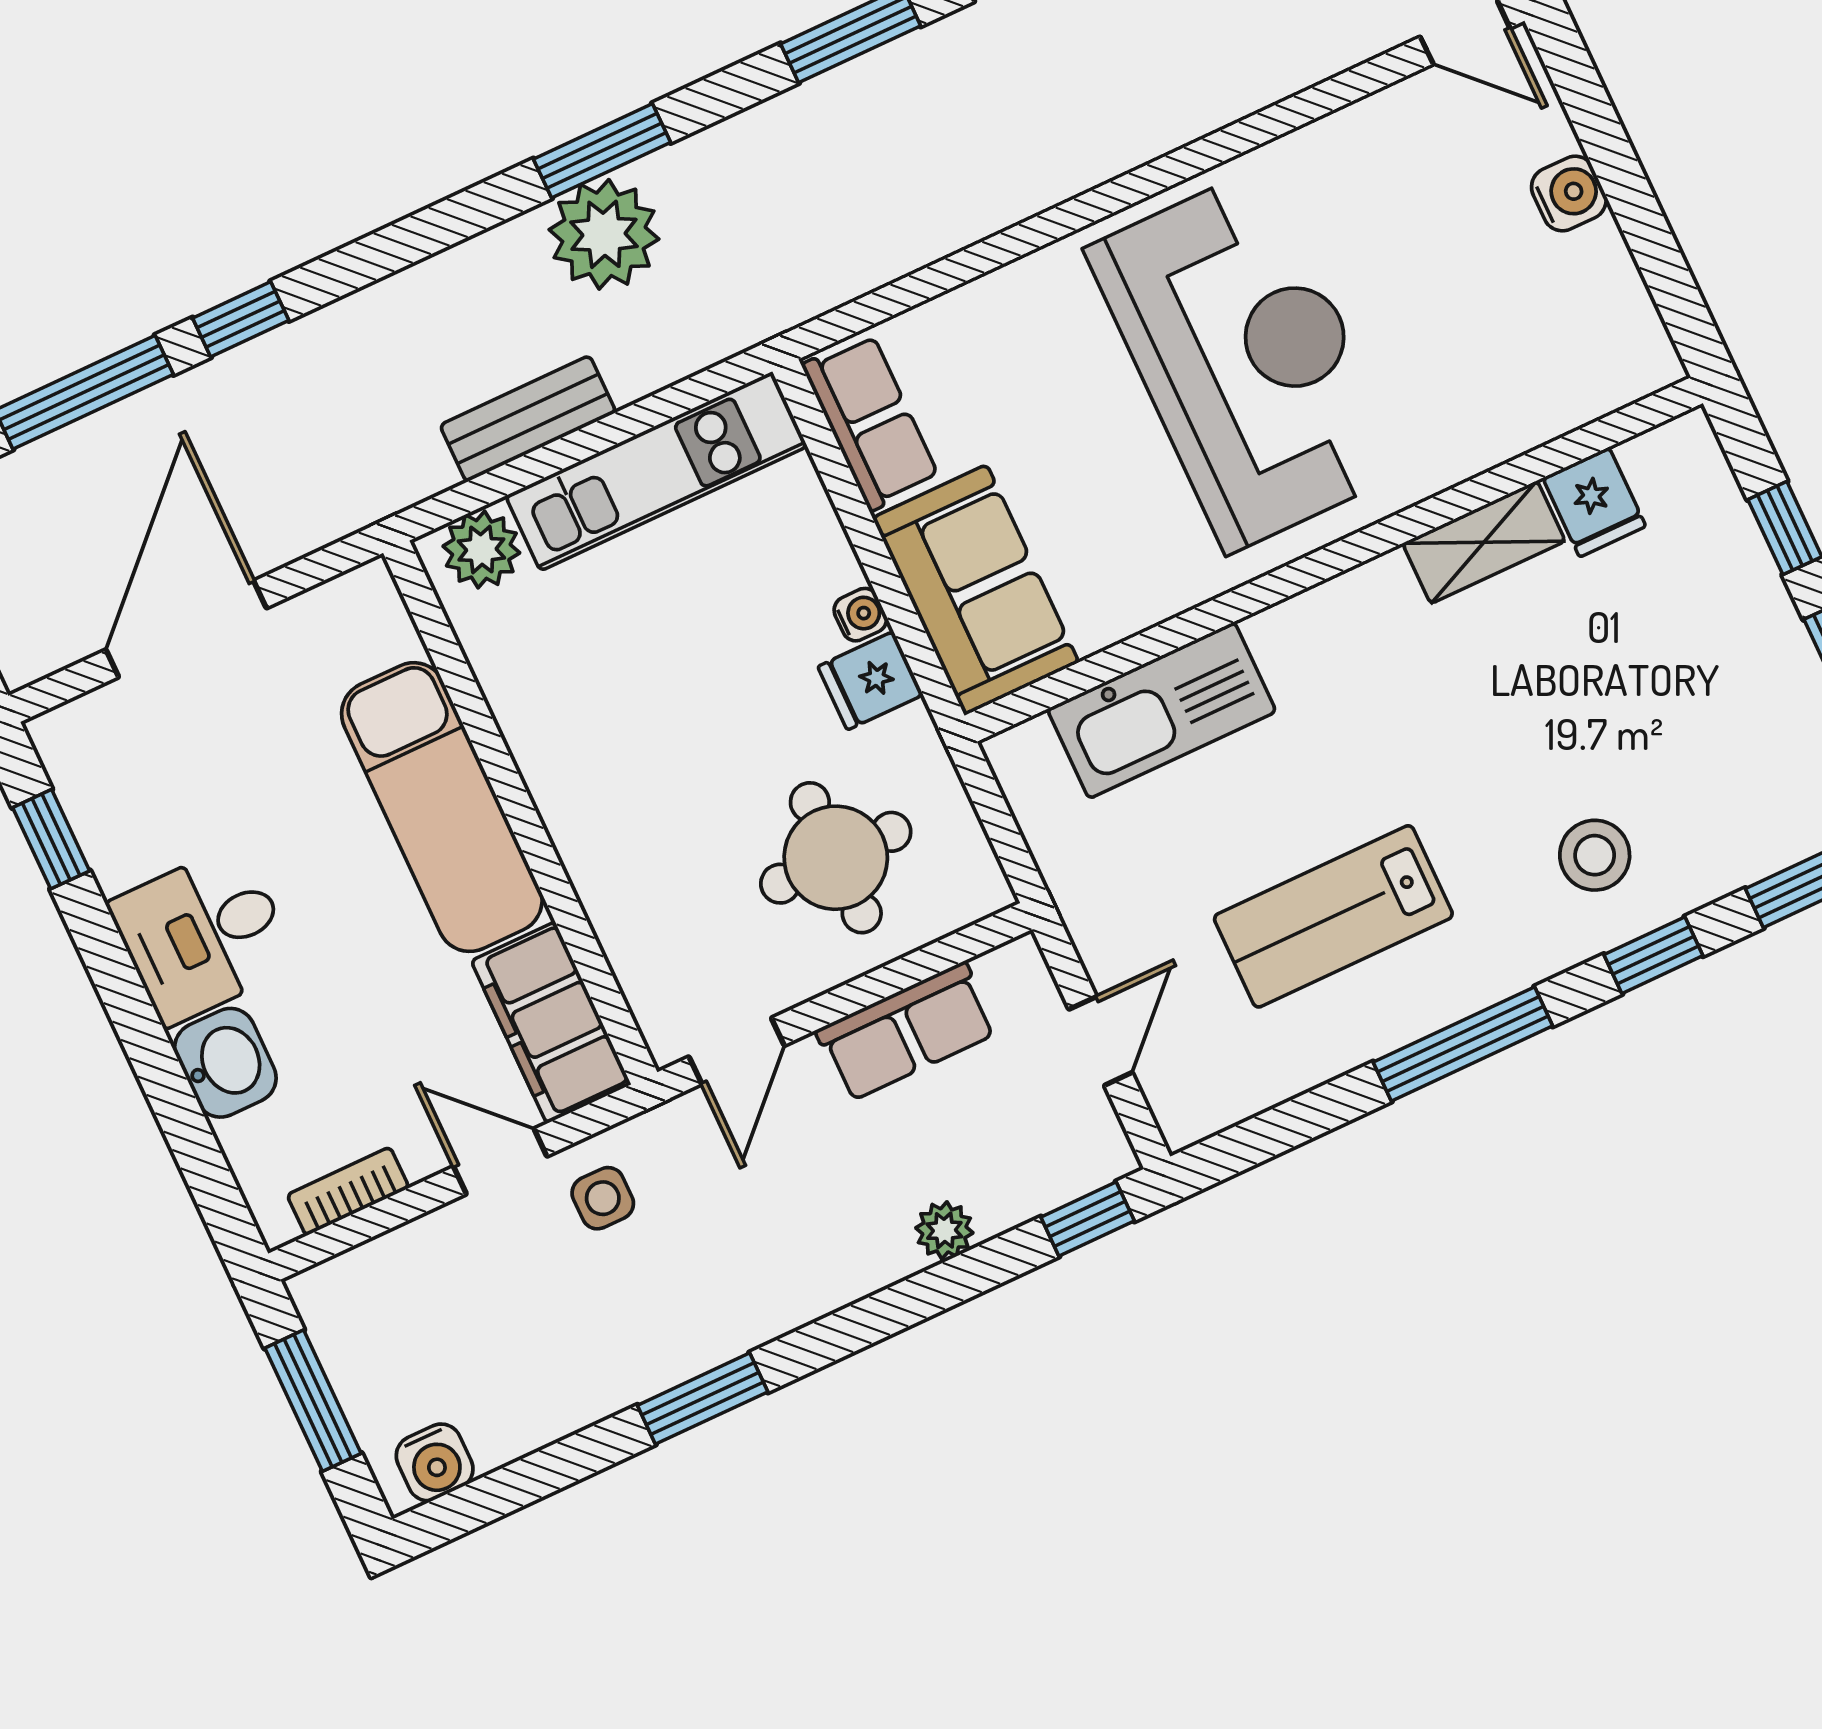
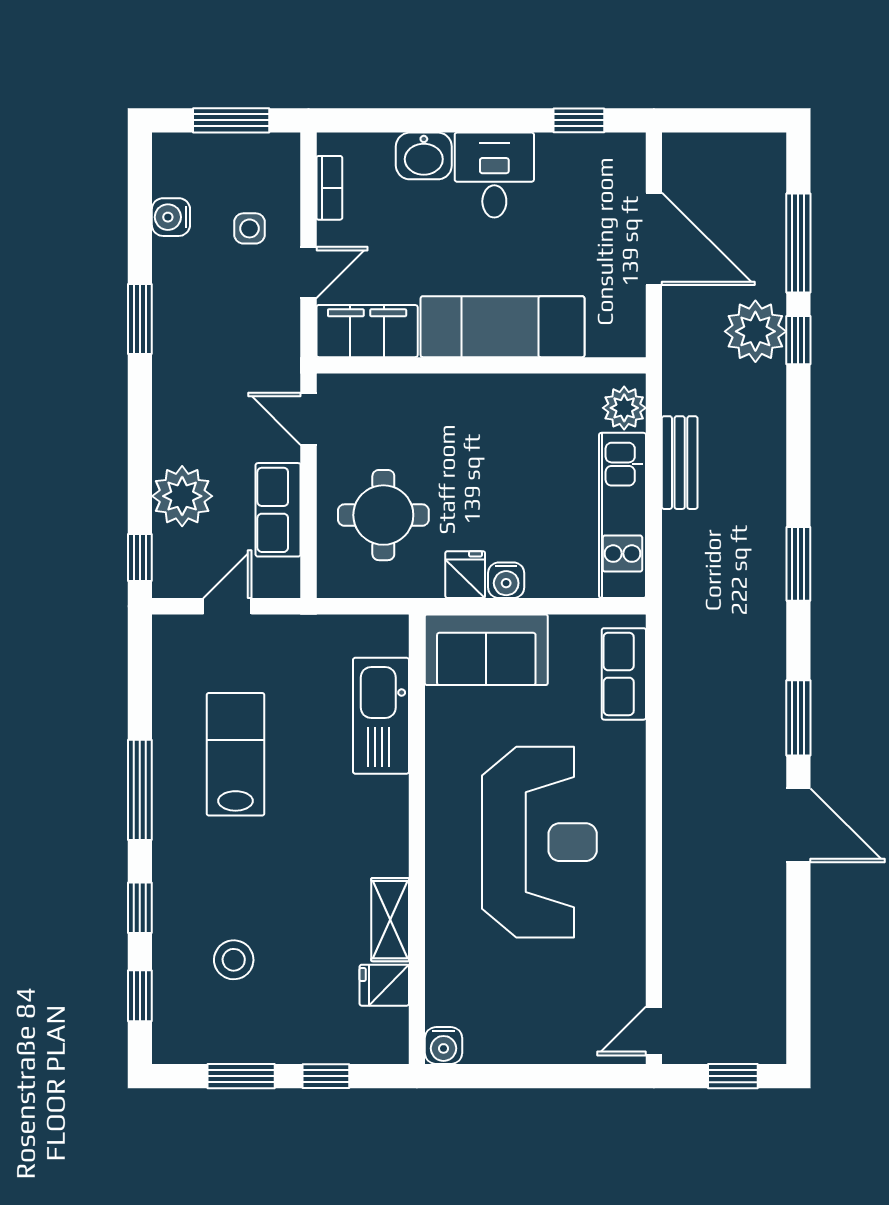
water cooler: (1569, 194) -> (443, 1045), moved
plant: (604, 234) -> (755, 331), moved
reception desk: (1246, 360) -> (539, 842), turned -90
row of seats: (871, 422) -> (624, 674), moved, turned 90
water cooler: (860, 615) -> (506, 580), width x1.38, depth x1.38
stool: (1595, 855) -> (234, 960), moved
door: (1100, 1041) -> (227, 606), swing flipped
side table: (603, 1198) -> (249, 228), moved
plant: (944, 1230) -> (182, 496), width x1.87, depth x1.87
water cooler: (435, 1462) -> (171, 217), moved

